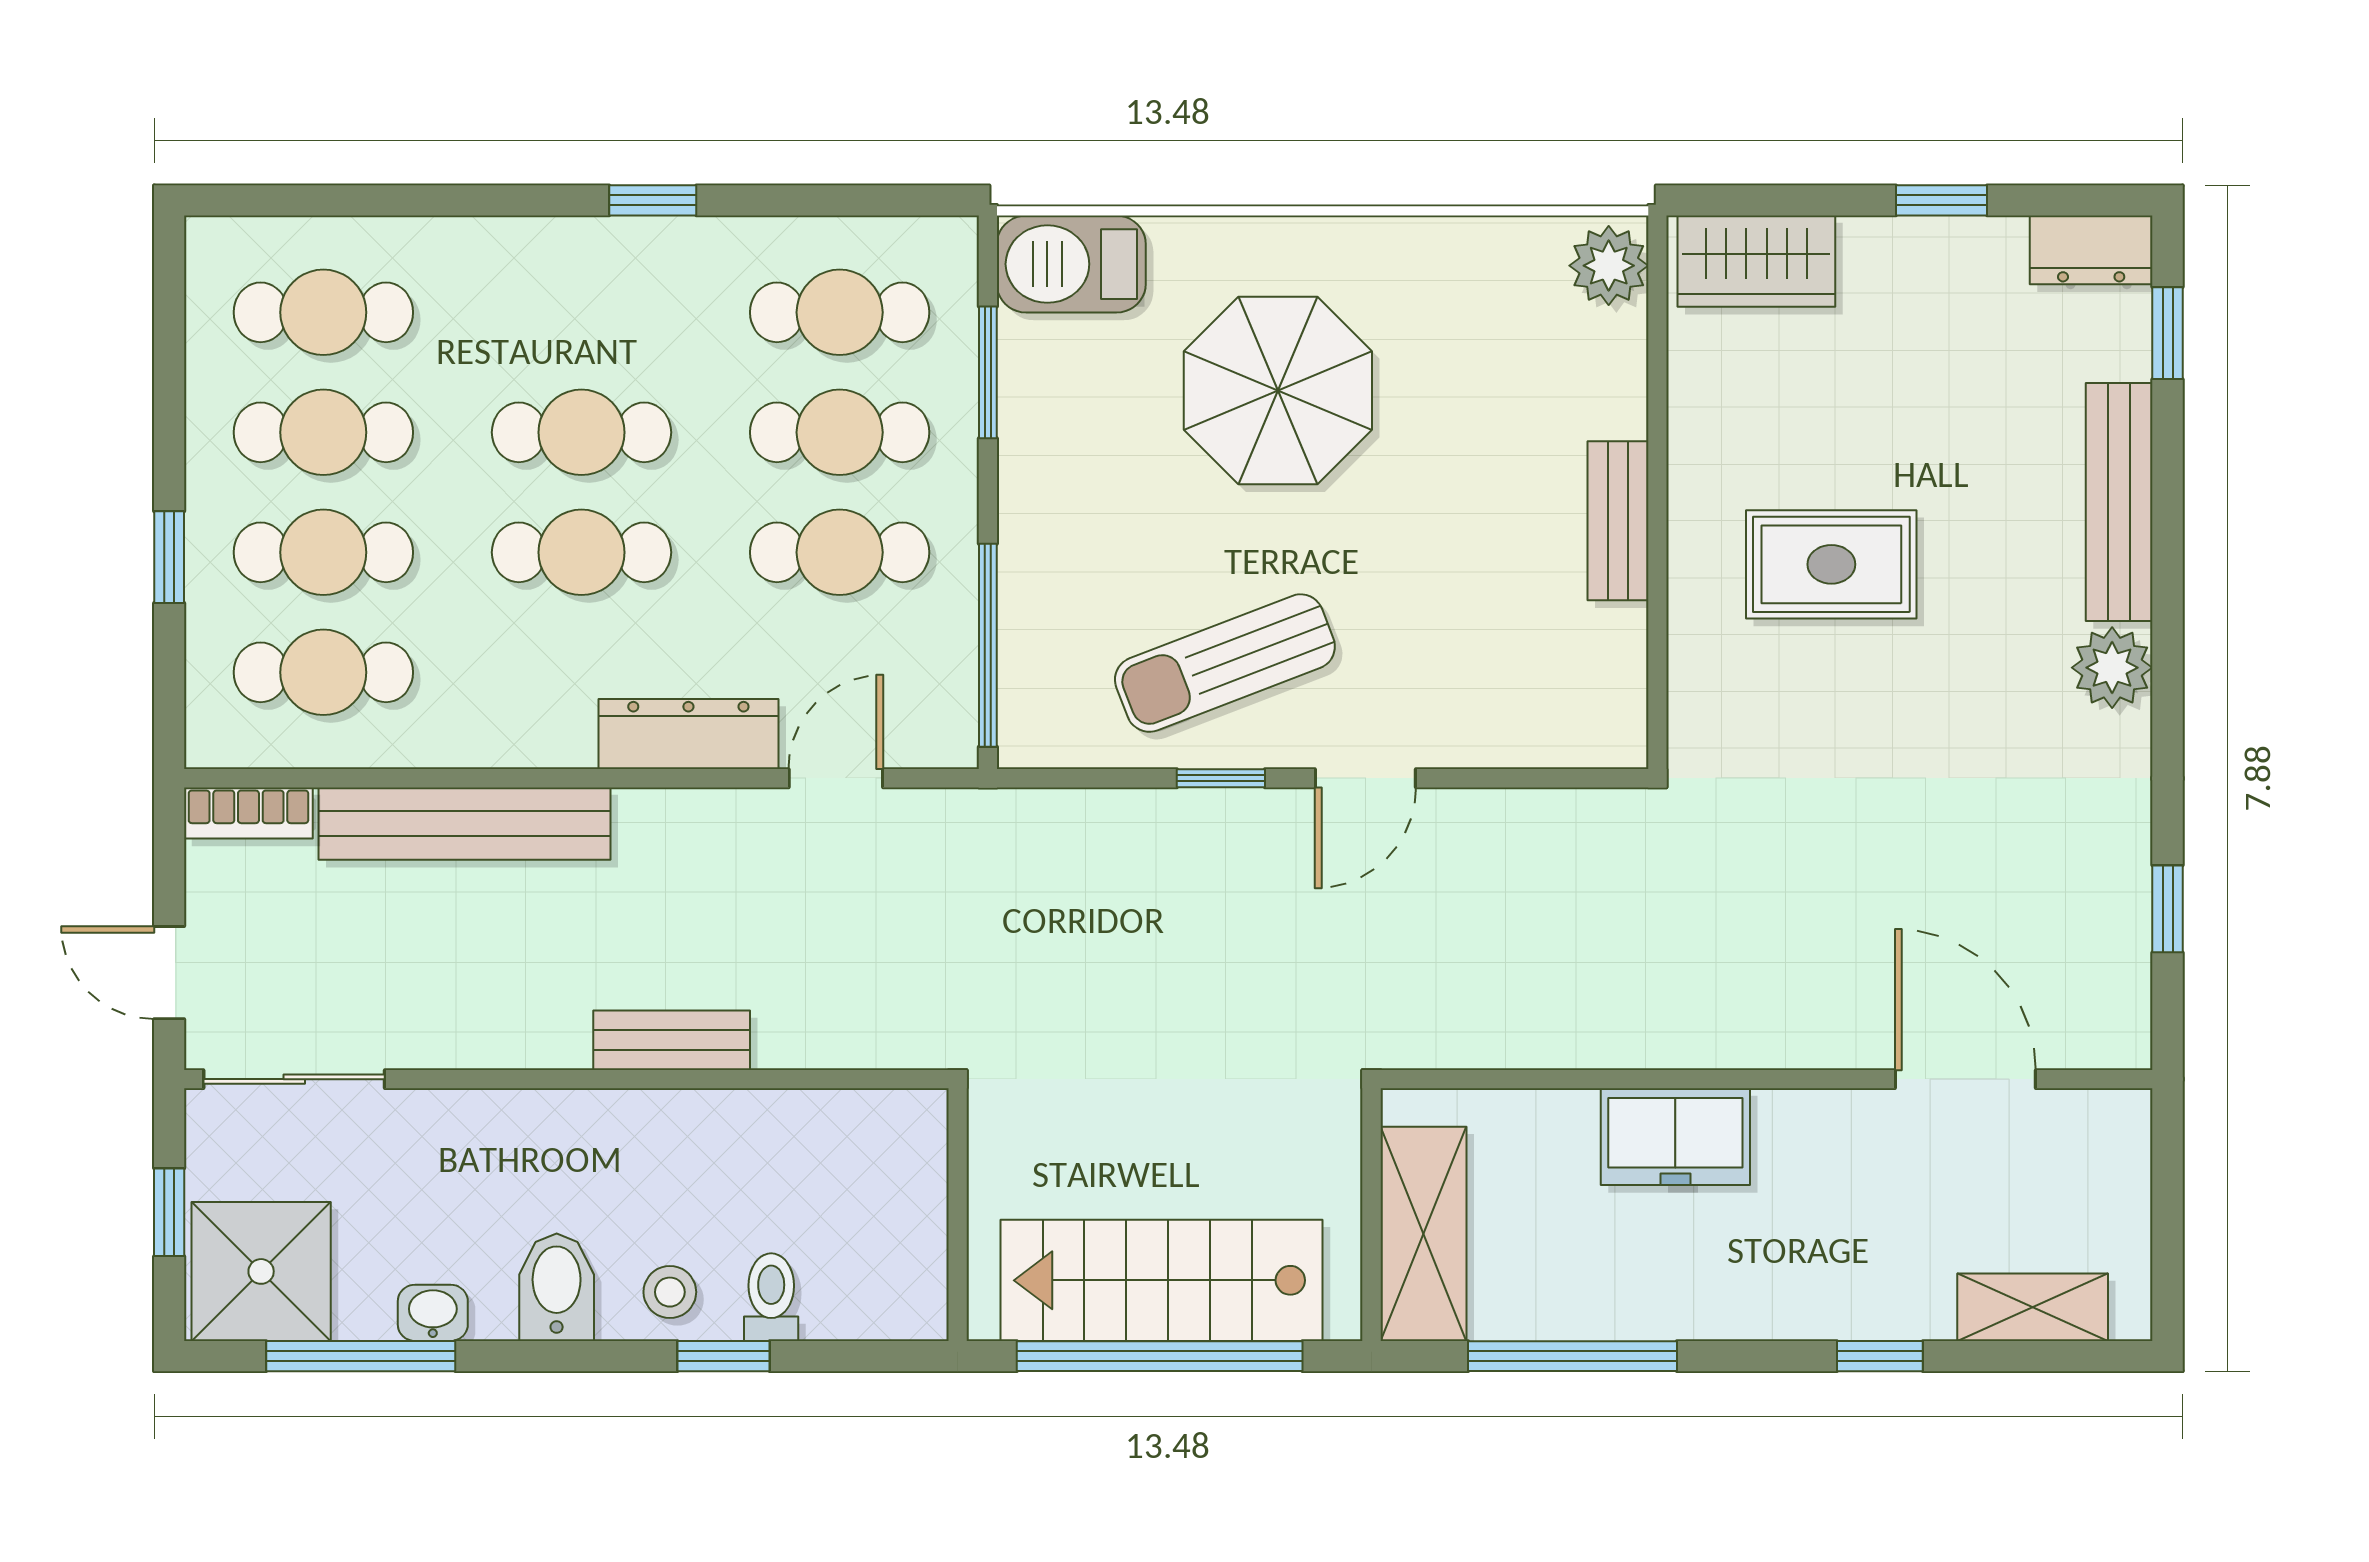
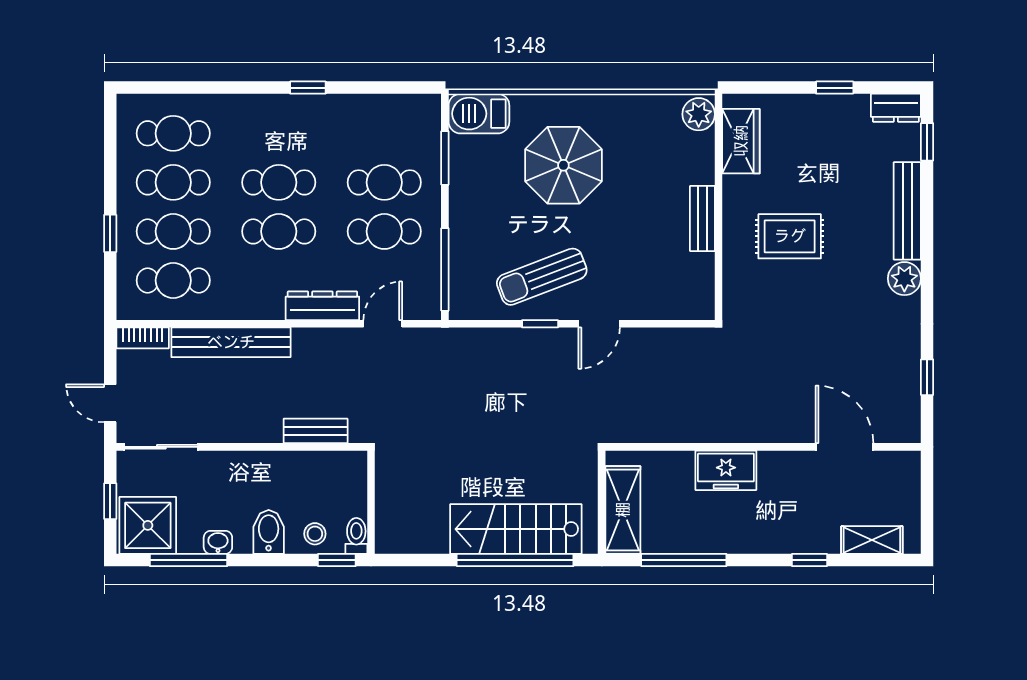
wardrobe: (1756, 261) -> (741, 141), moved, turned -90
cafe table: (840, 312) -> (384, 133), removed
wall: (958, 1215) -> (371, 502), moved

